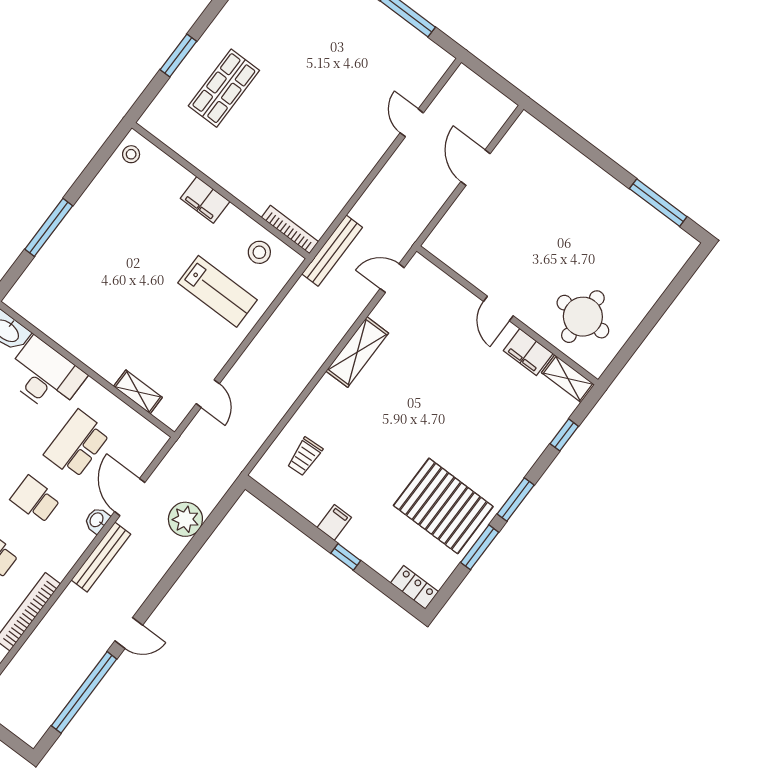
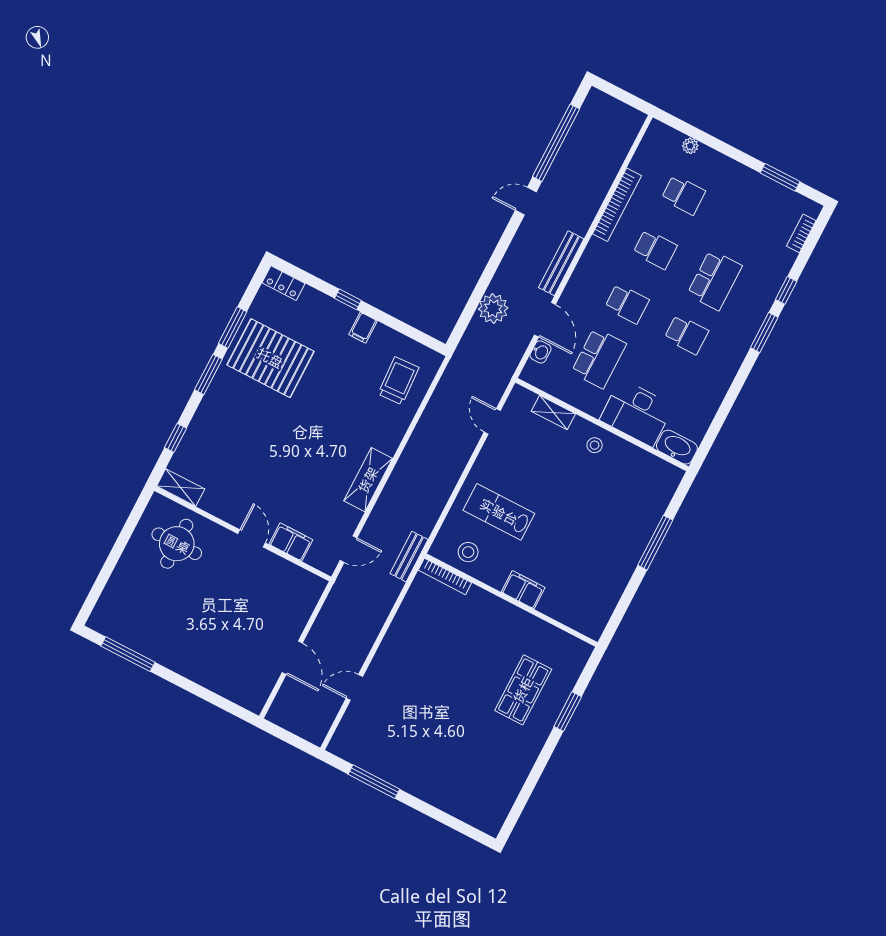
door: (412, 123) -> (354, 687), swing flipped
stool: (131, 154) -> (595, 445), moved
bench: (332, 251) -> (409, 557), width x0.73
filing cabinet: (528, 352) -> (291, 542), moved
trolley: (305, 457) -> (398, 381), width x1.36, depth x1.39
washbasin: (97, 520) -> (541, 352), moved

